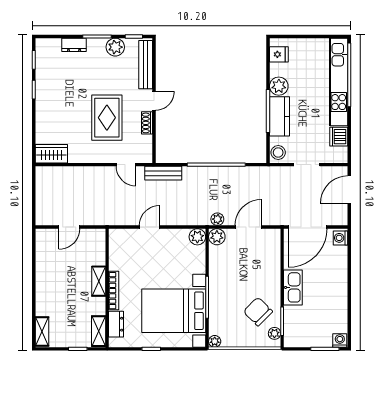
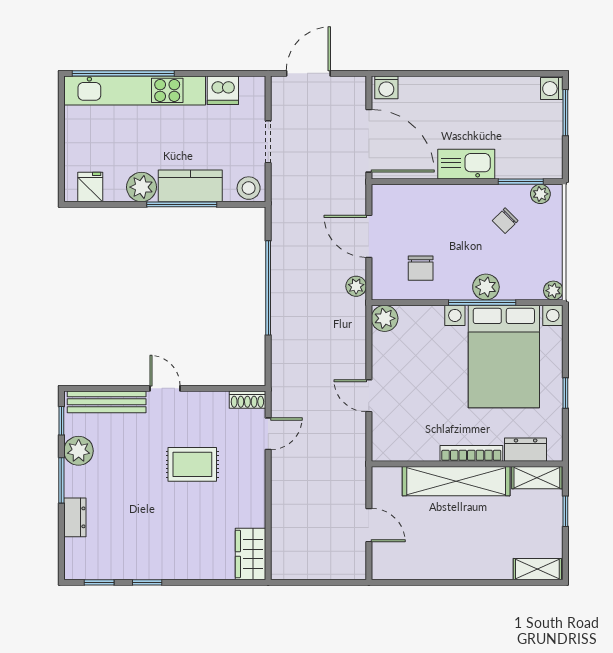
rug: (107, 118) -> (192, 464), width x0.73, depth x0.70
shoe rack: (147, 123) -> (247, 400), moved
bench: (163, 173) -> (282, 373), removed
door: (349, 190) -> (308, 73), swing flipped
plant: (217, 237) -> (486, 287), moved
chair: (229, 259) -> (421, 268), added
shelving: (99, 281) -> (456, 481), width x2.20, depth x1.33
chair: (258, 312) -> (505, 221), width x0.54, depth x0.54

